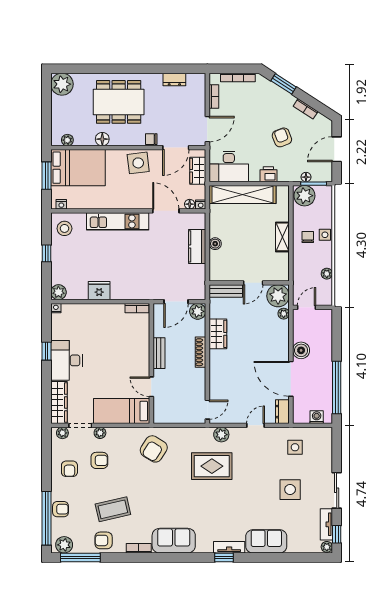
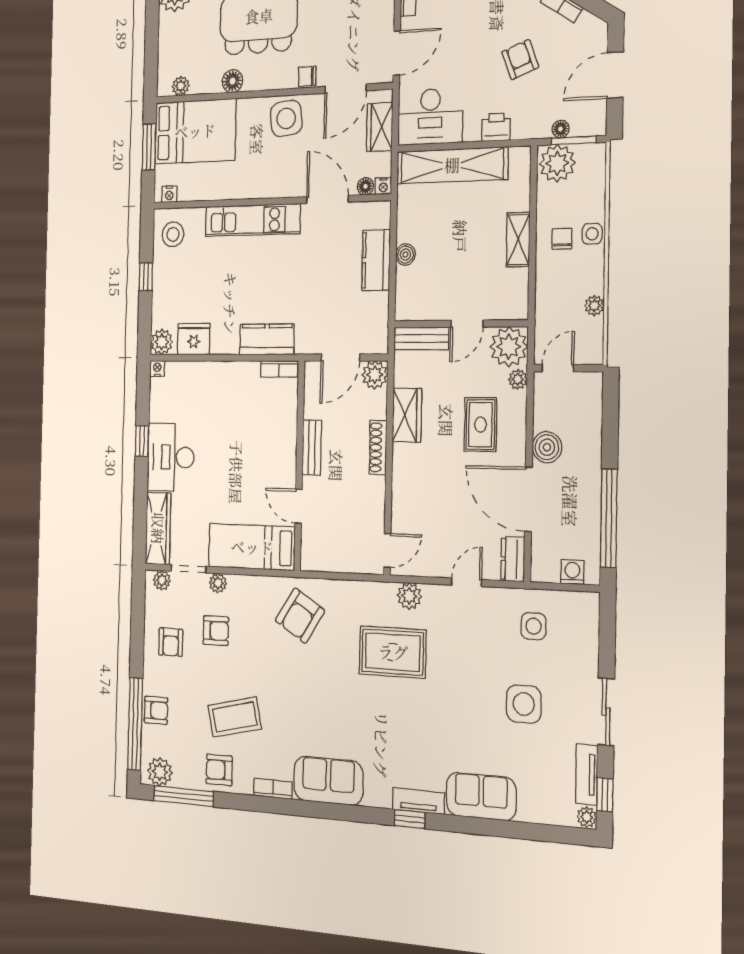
fridge: (99, 291) -> (194, 339), moved
kitchen counter: (129, 291) -> (267, 339), added
rug: (262, 339) -> (480, 425), added

